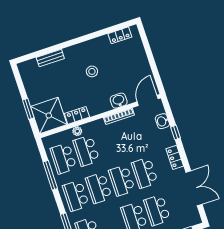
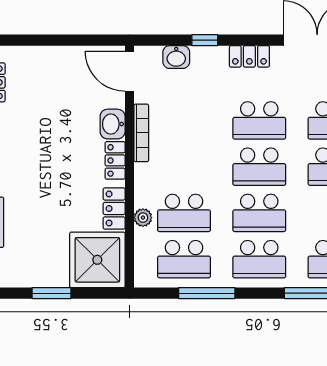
stool: (92, 71) -> (44, 155), removed
locker: (101, 108) -> (115, 160), added
window: (28, 109) -> (51, 293), moved

